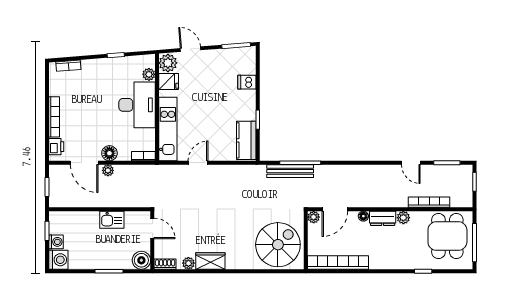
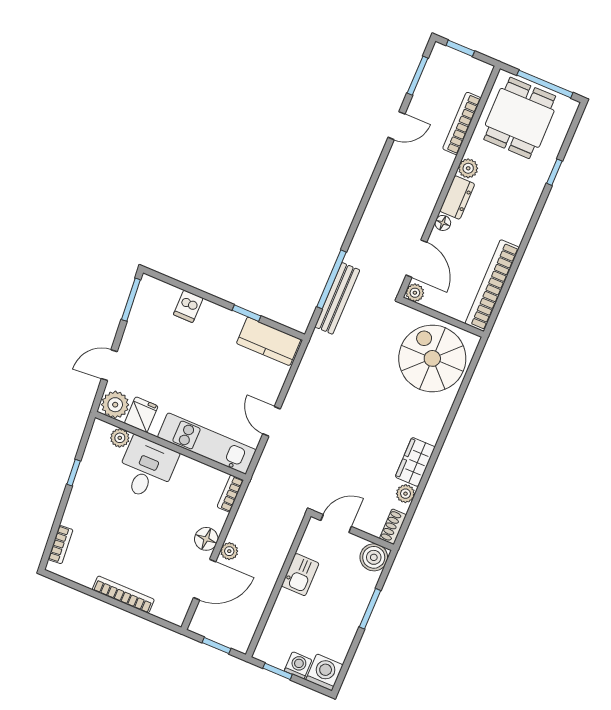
desk: (137, 105) -> (147, 468), width x0.73
printer: (56, 147) -> (166, 609), removed
dining table: (447, 236) -> (520, 118), turned 90

